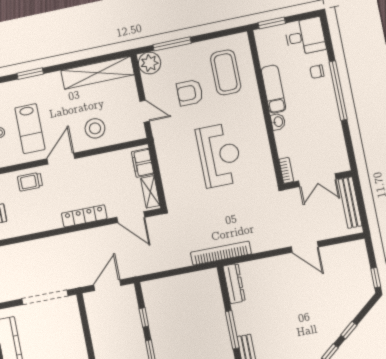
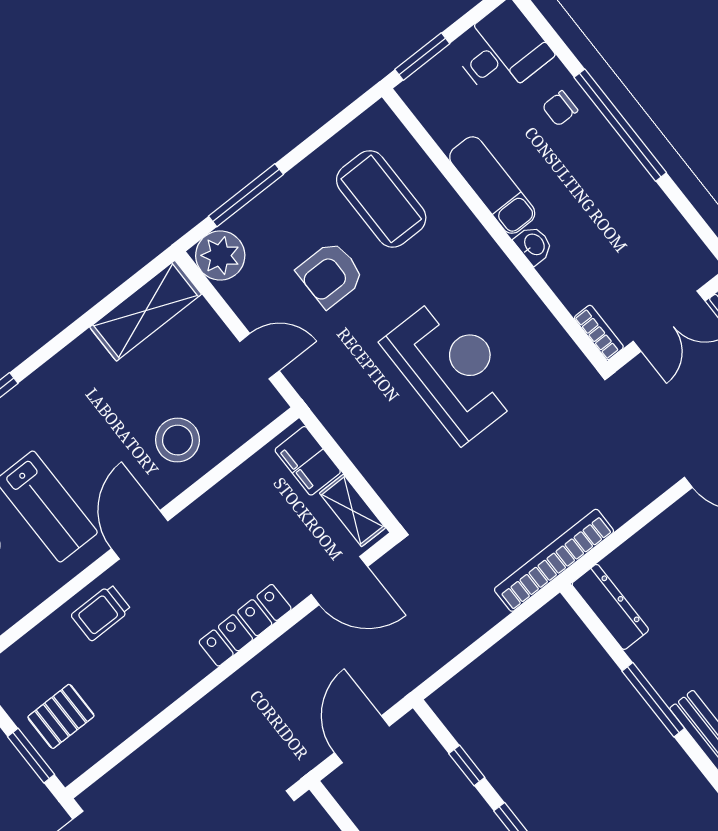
shelving: (98, 73) -> (146, 311), width x0.68

